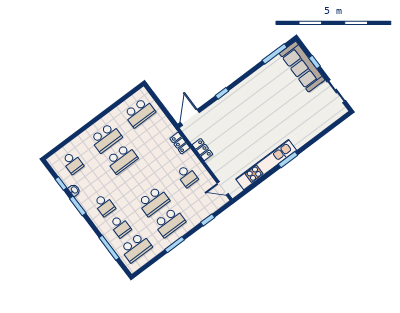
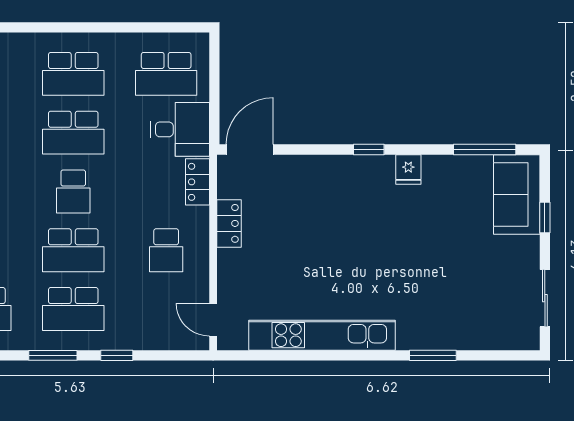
sofa: (302, 67) -> (517, 194), width x0.73
fridge: (252, 82) -> (408, 169), added
window: (222, 93) -> (369, 149), moved
desk: (159, 129) -> (180, 129), added
window: (288, 160) -> (433, 355), moved
school desk: (138, 180) -> (73, 191), added
window: (208, 220) -> (117, 355), moved

